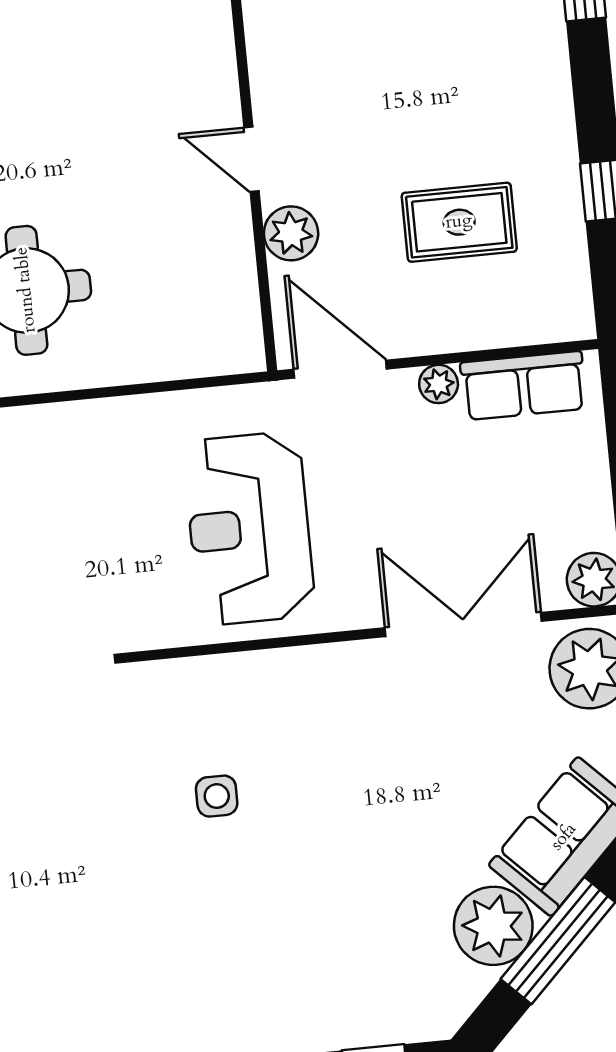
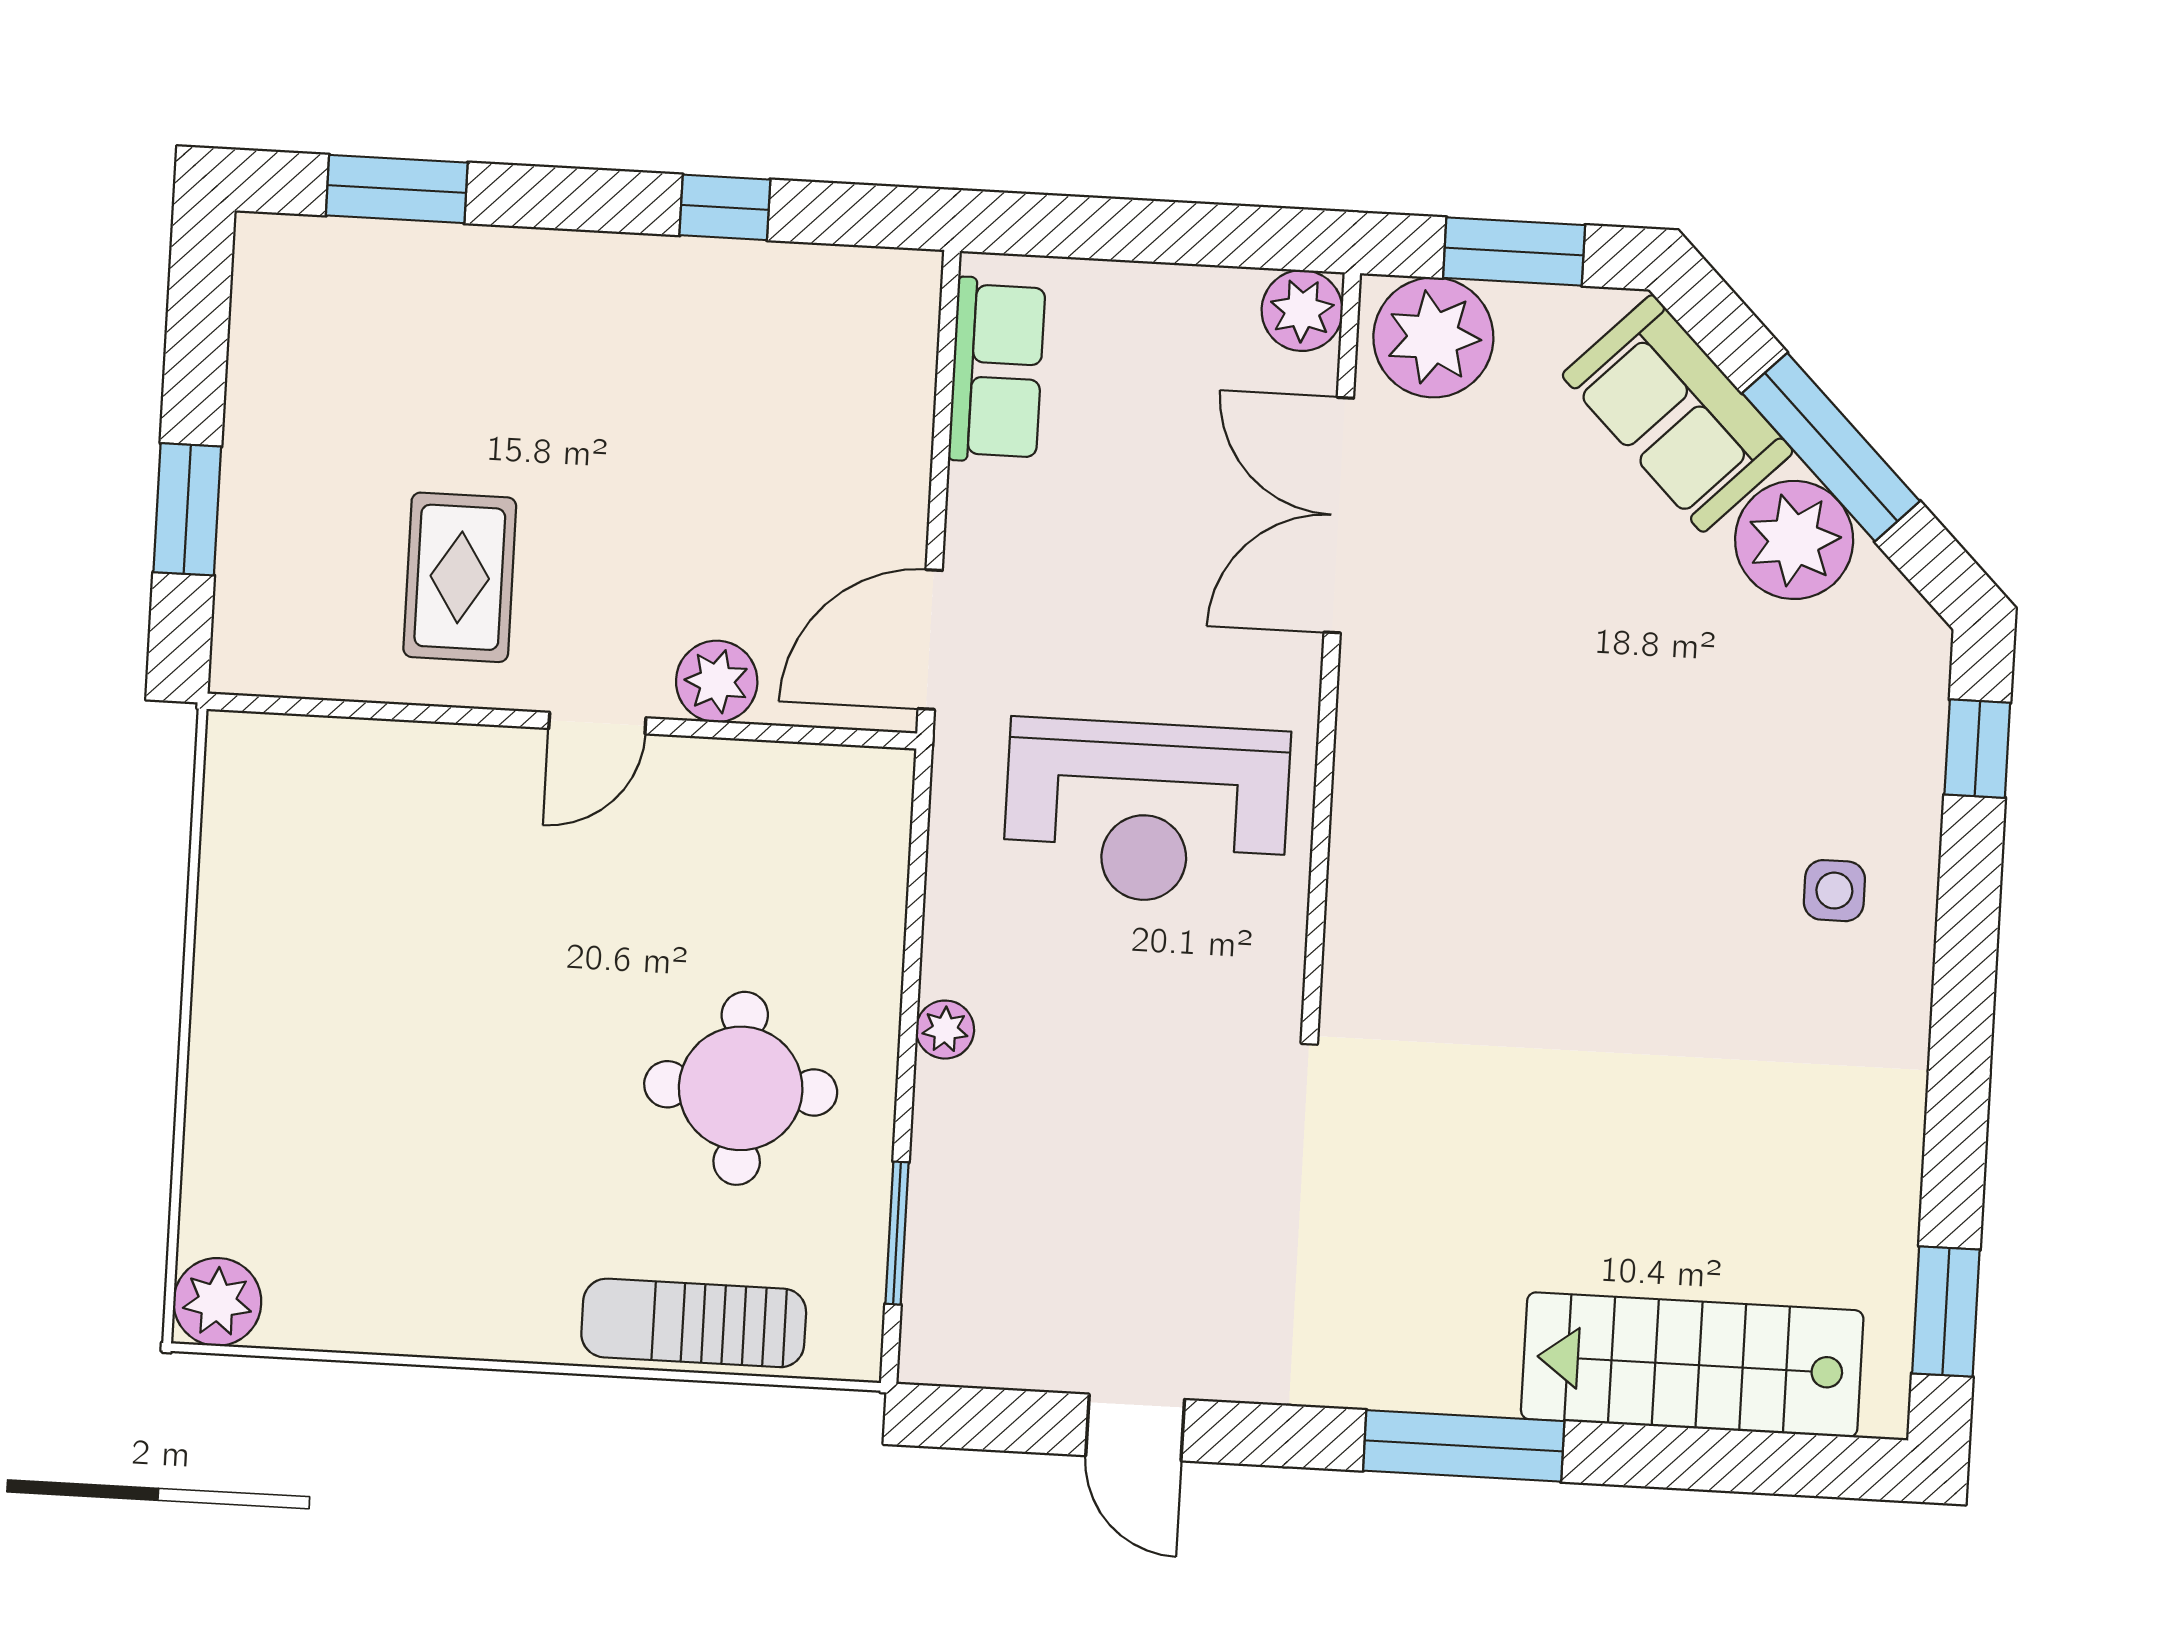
rug: (459, 222) -> (460, 577), moved
plant: (439, 384) -> (945, 1030), moved
side table: (217, 796) -> (1834, 891), moved

